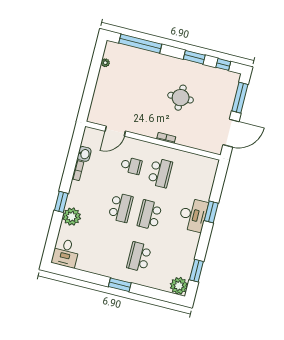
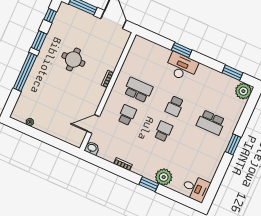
window: (140, 44) -> (25, 72), moved
door: (115, 131) -> (93, 124), swing flipped
washbasin: (84, 154) -> (92, 148), moved
school desk: (121, 208) -> (163, 131), width x0.54
school desk: (150, 215) -> (175, 106), width x0.54

